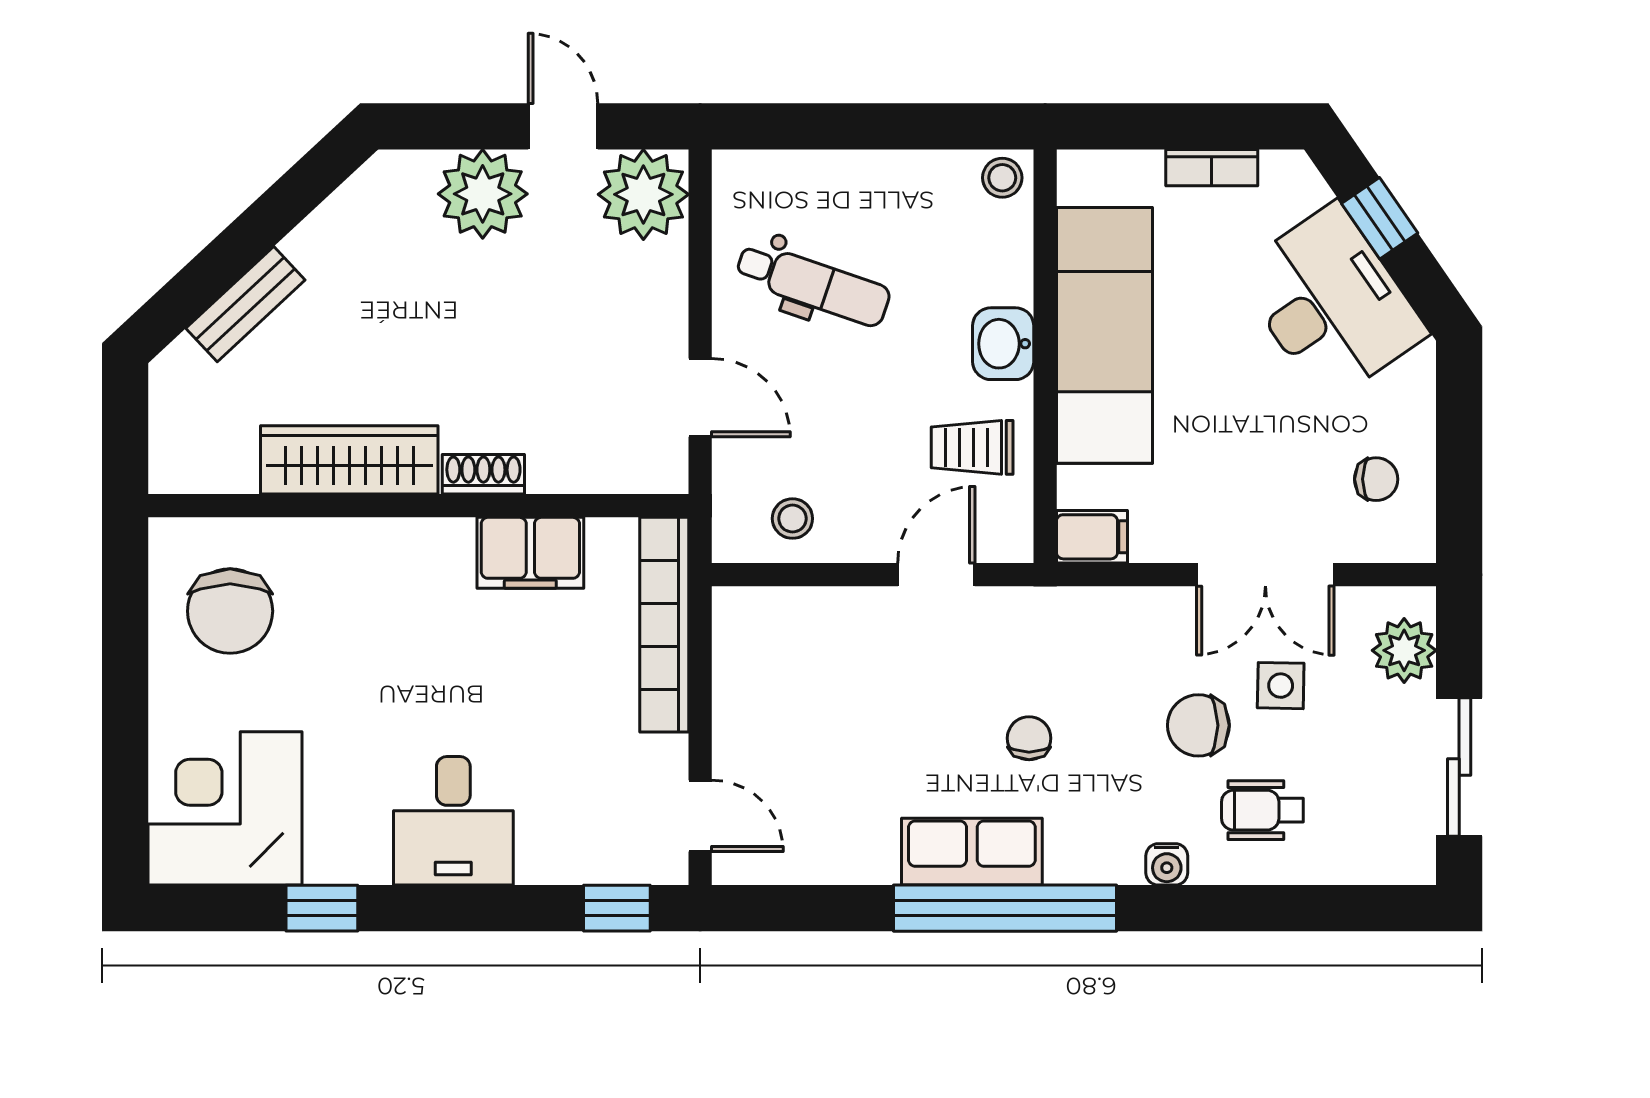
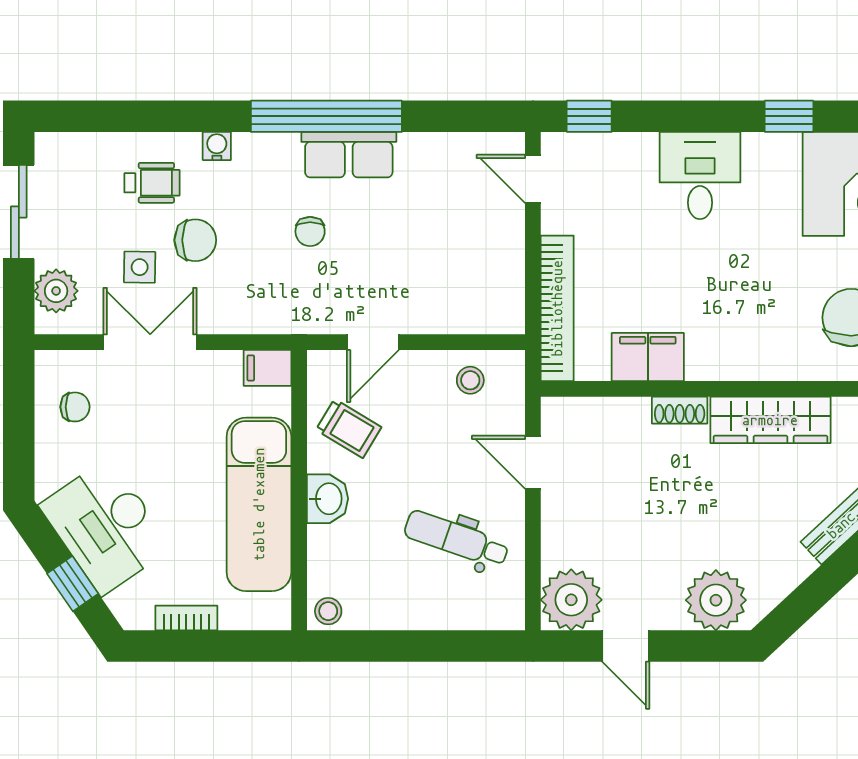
plant: (483, 194) -> (716, 600), moved
trolley: (972, 447) -> (349, 428), turned 31
chair: (1376, 479) -> (75, 407), turned 180

